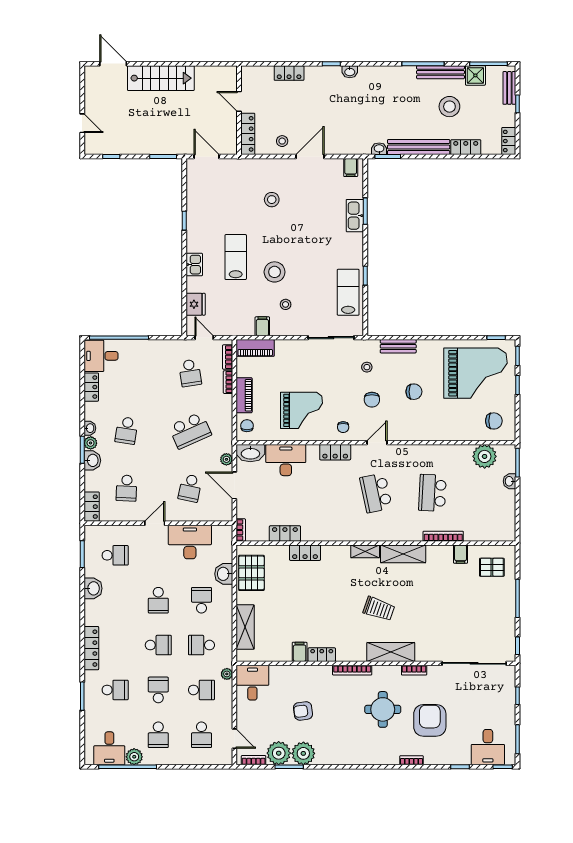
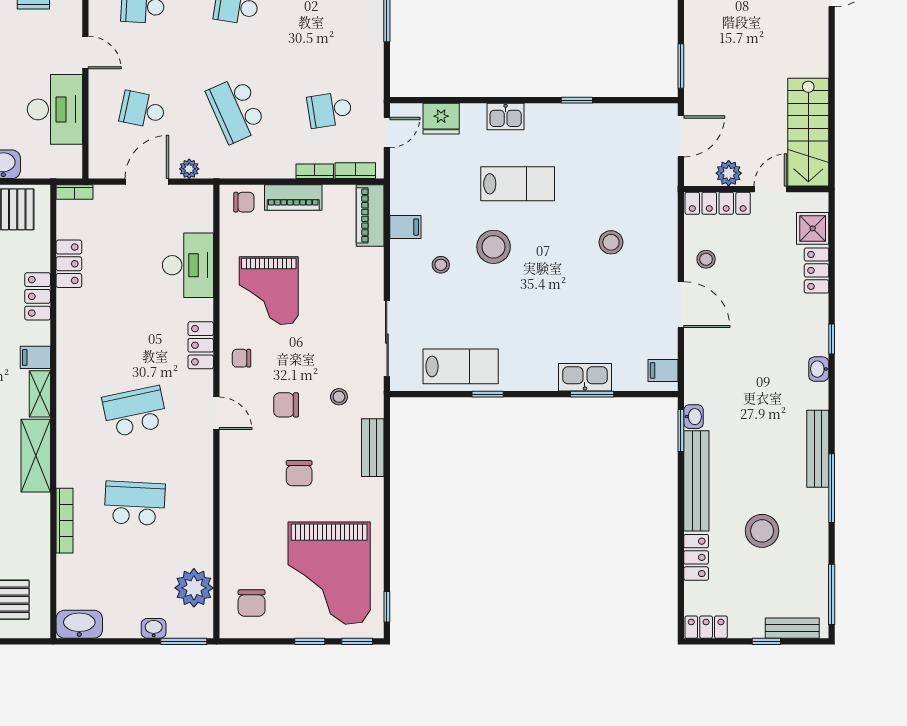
bench: (441, 72) -> (818, 449), moved
shower: (475, 75) -> (813, 228), moved
stairs: (161, 78) -> (808, 132), moved
plant: (229, 127) -> (729, 173), added
washbasin: (250, 453) -> (79, 624), moved, turned 90
filing cabinet: (461, 554) -> (35, 357), moved

